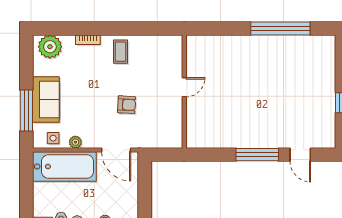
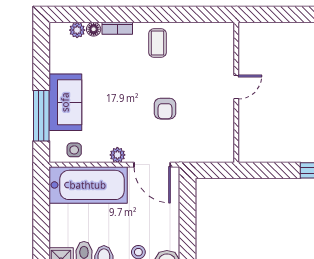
floor lamp: (69, 40) -> (94, 29), added
plant: (50, 47) -> (77, 30), width x0.53, depth x0.53
armchair: (127, 105) -> (165, 109), turned 87
plant: (75, 142) -> (117, 155), moved

